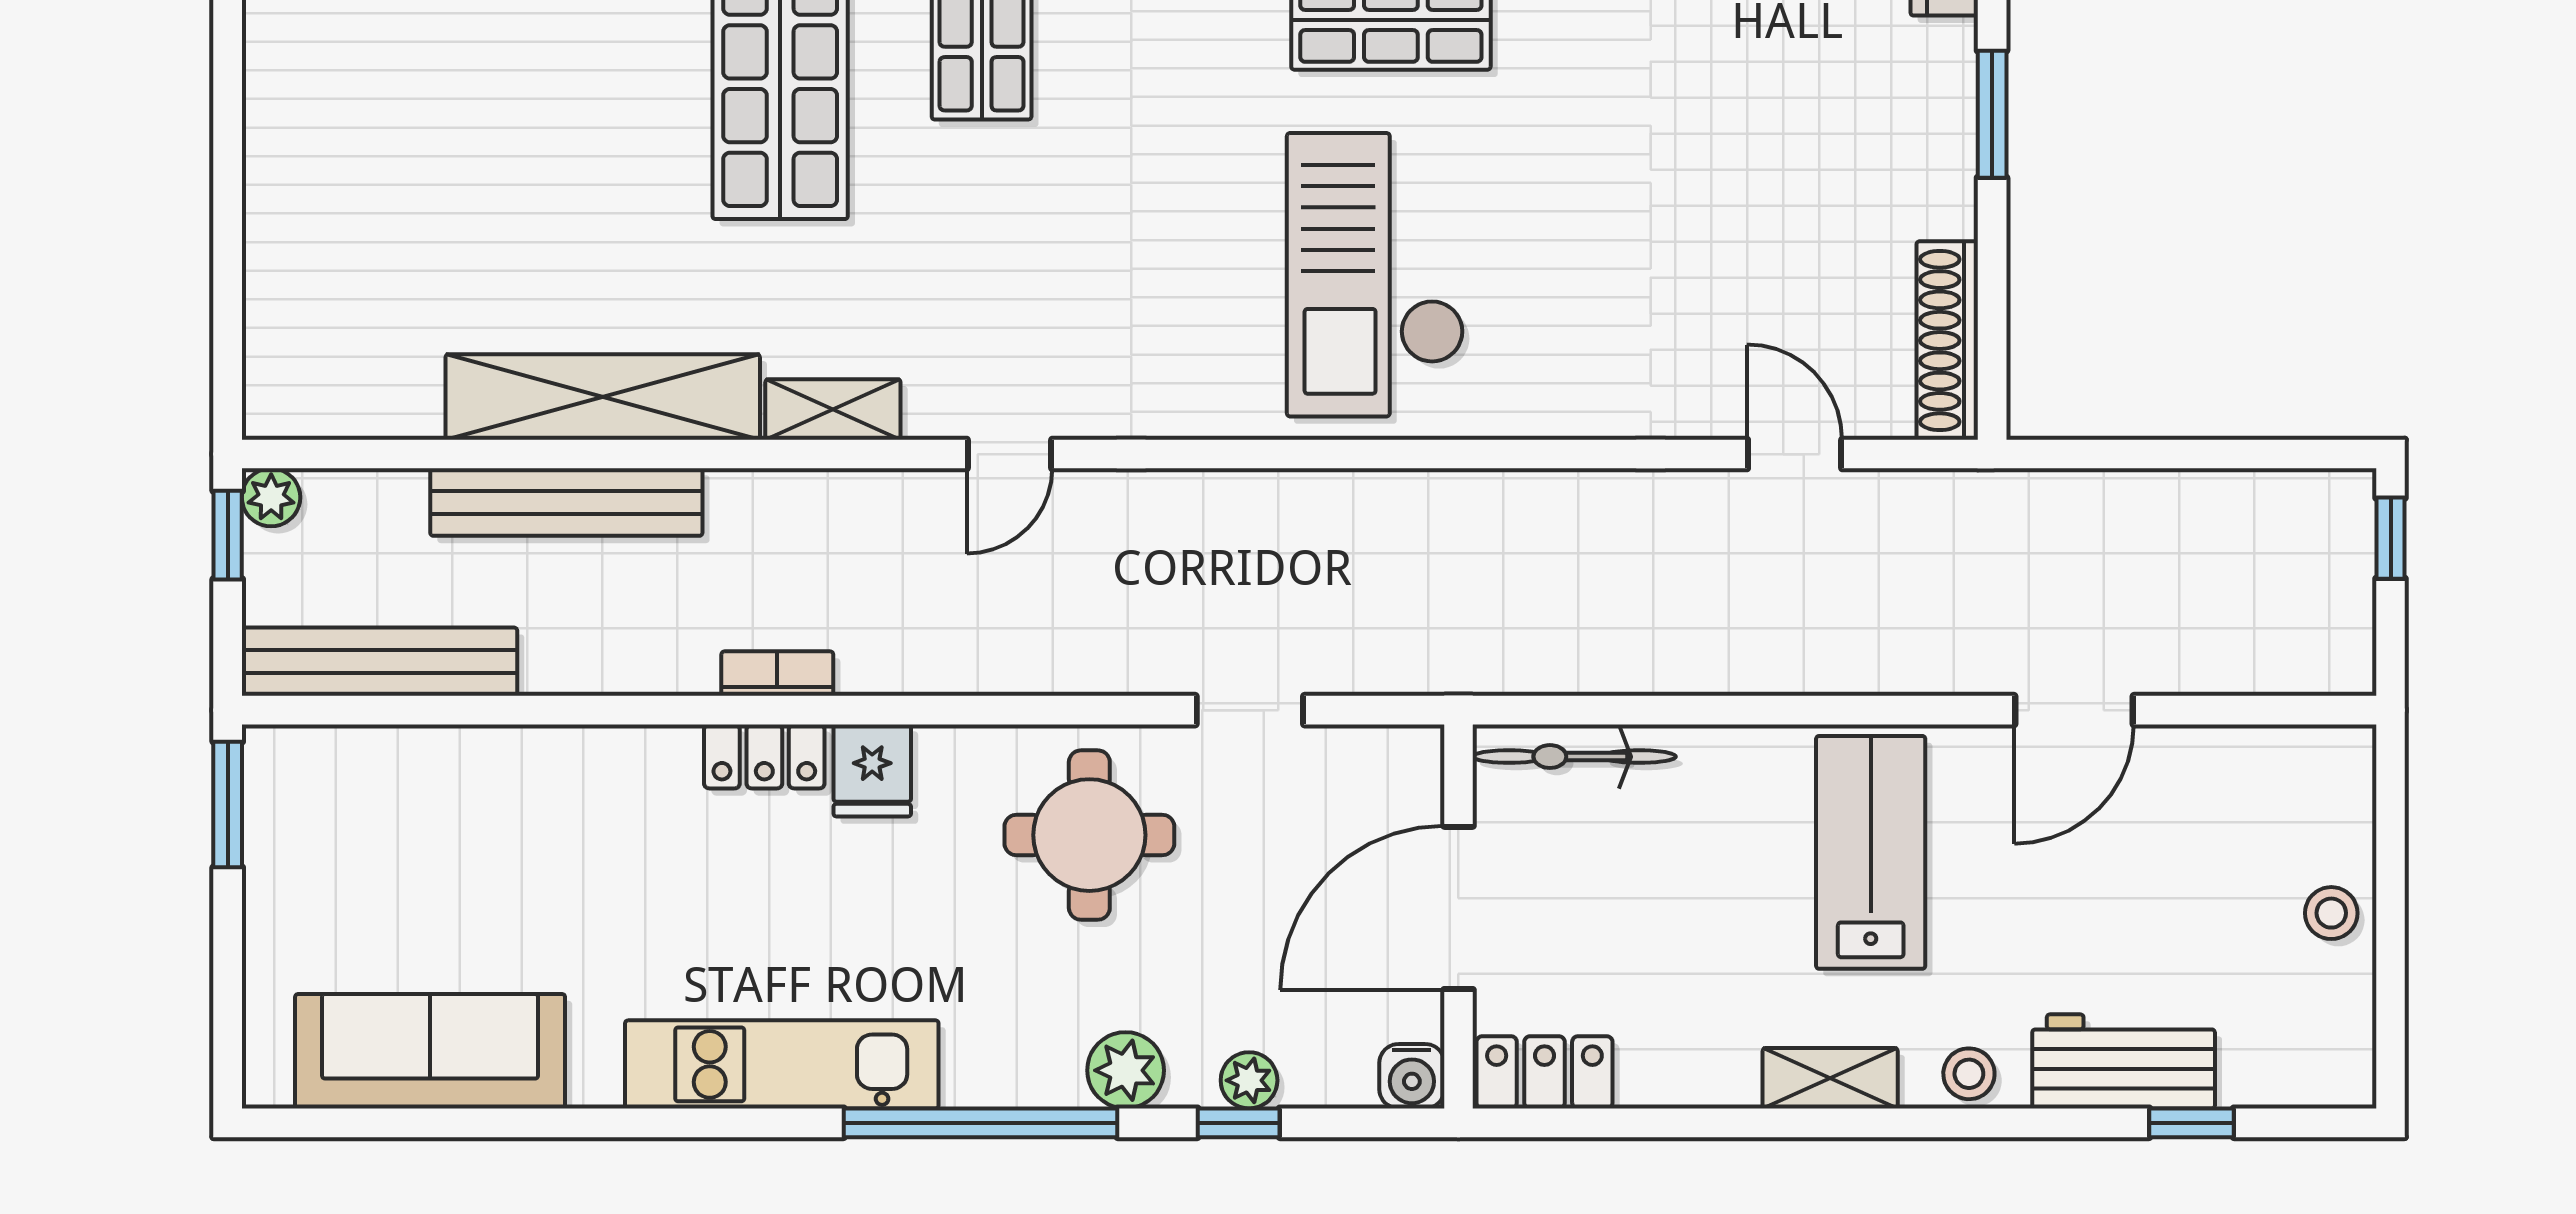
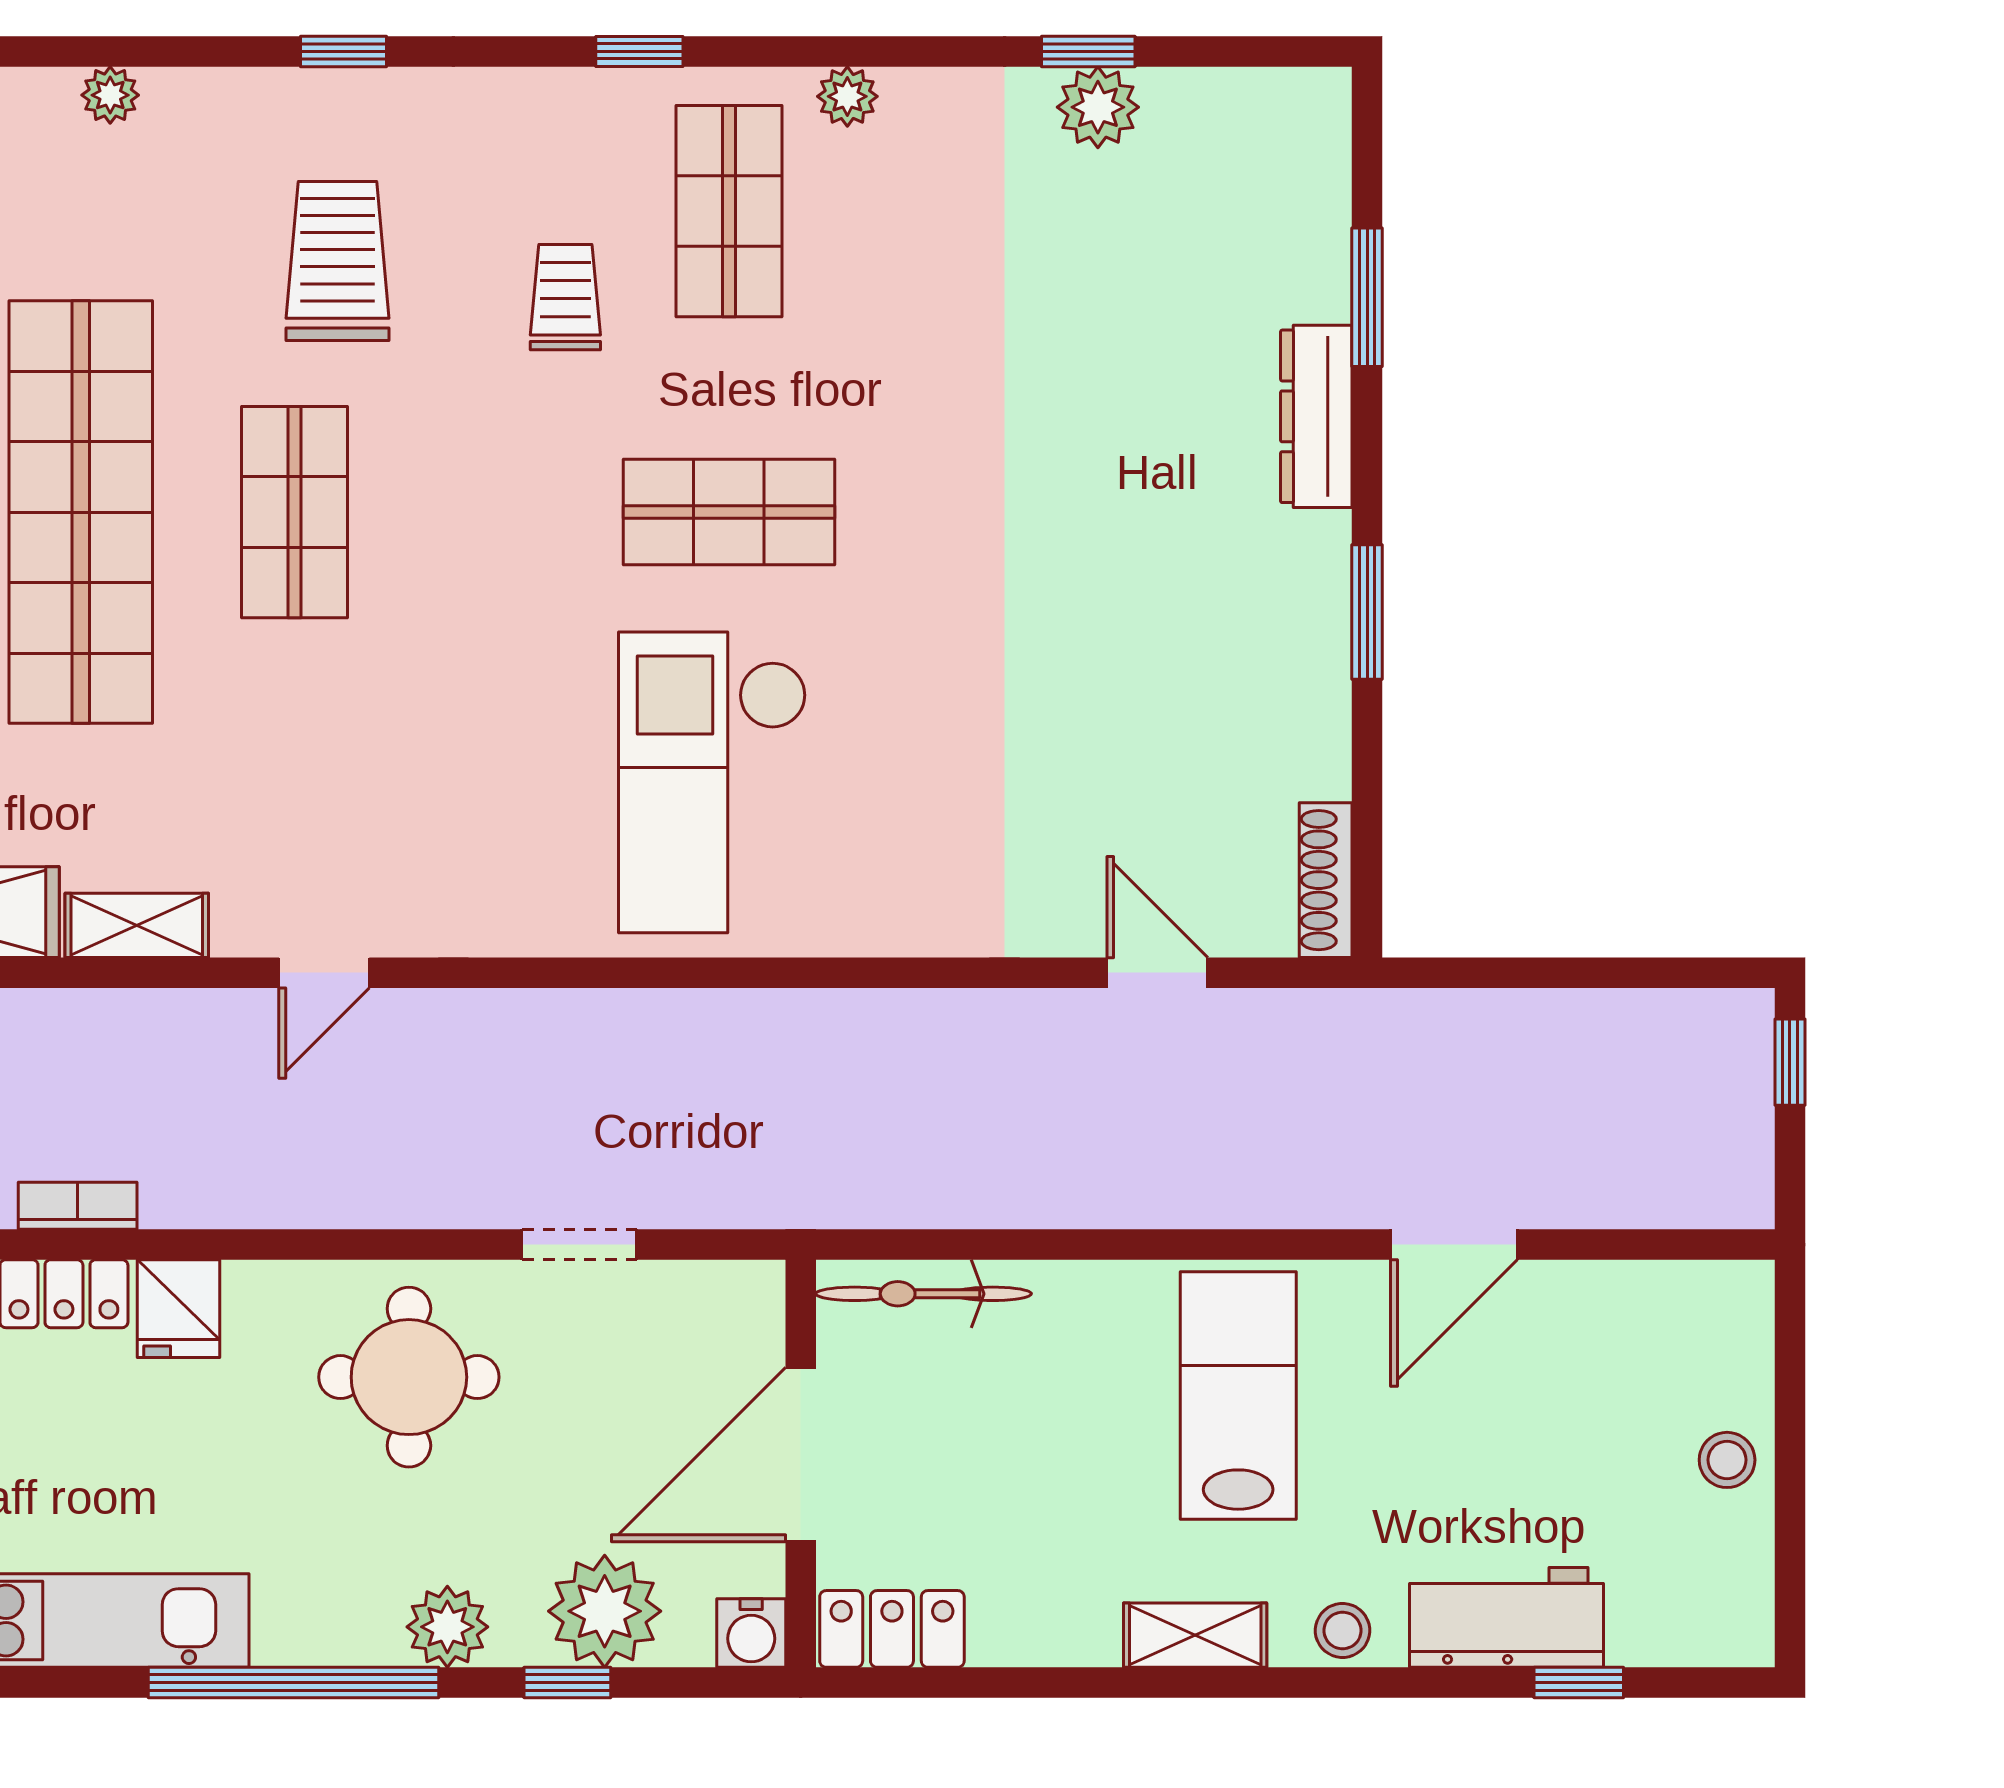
shoe rack: (1947, 340) -> (1326, 880), width x0.74, depth x0.81
plant: (1249, 1080) -> (605, 1611), width x1.87, depth x1.87

